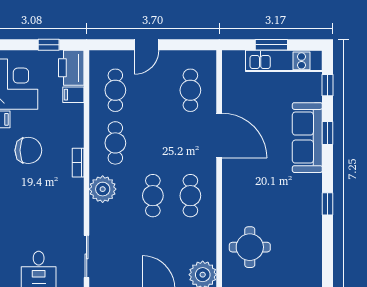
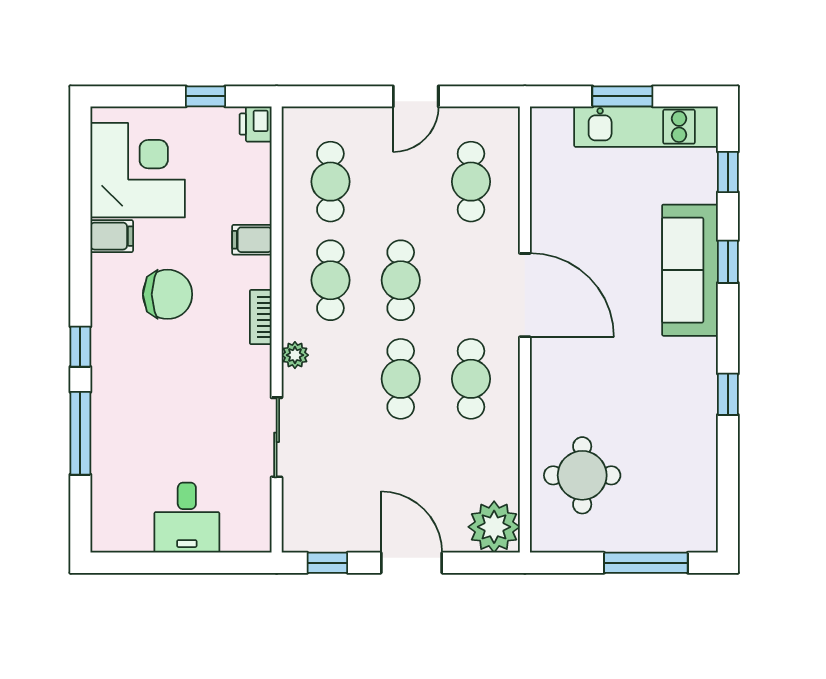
door: (147, 45) -> (416, 96), moved
printer: (71, 68) -> (256, 124), width x0.53, depth x0.68
filing cabinet: (73, 95) -> (252, 240), moved
door: (219, 135) -> (525, 295), moved
cafe table: (153, 143) -> (401, 280), added
plant: (103, 189) -> (295, 355), width x0.53, depth x0.53
sliding door: (87, 256) -> (277, 437), moved

